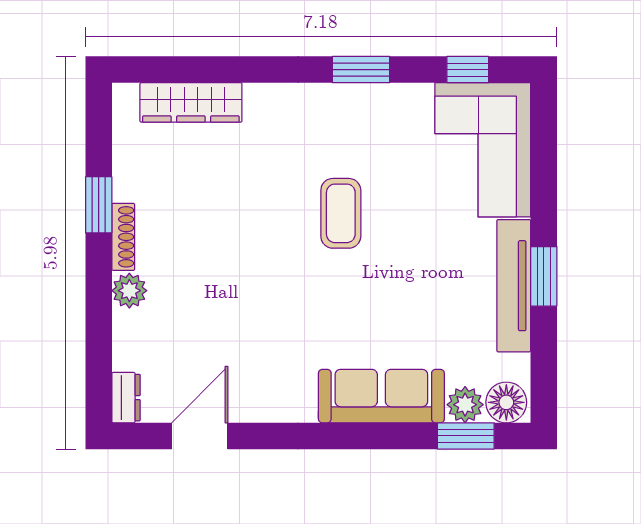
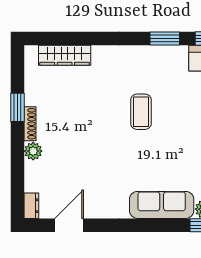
window: (361, 70) -> (165, 38), moved

